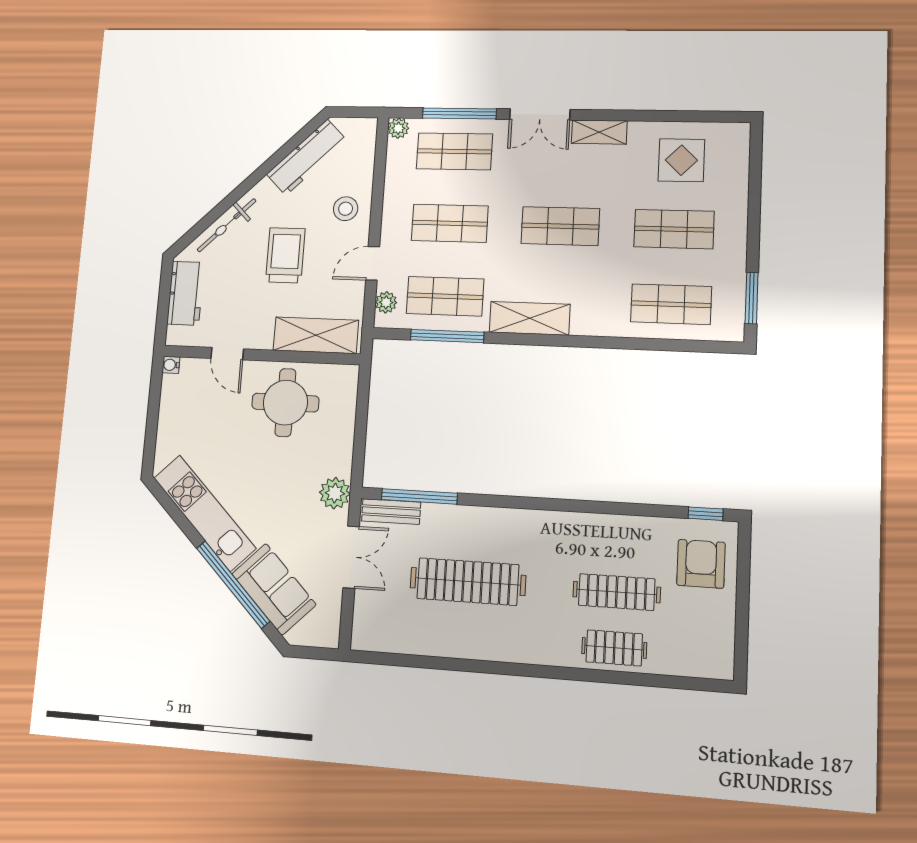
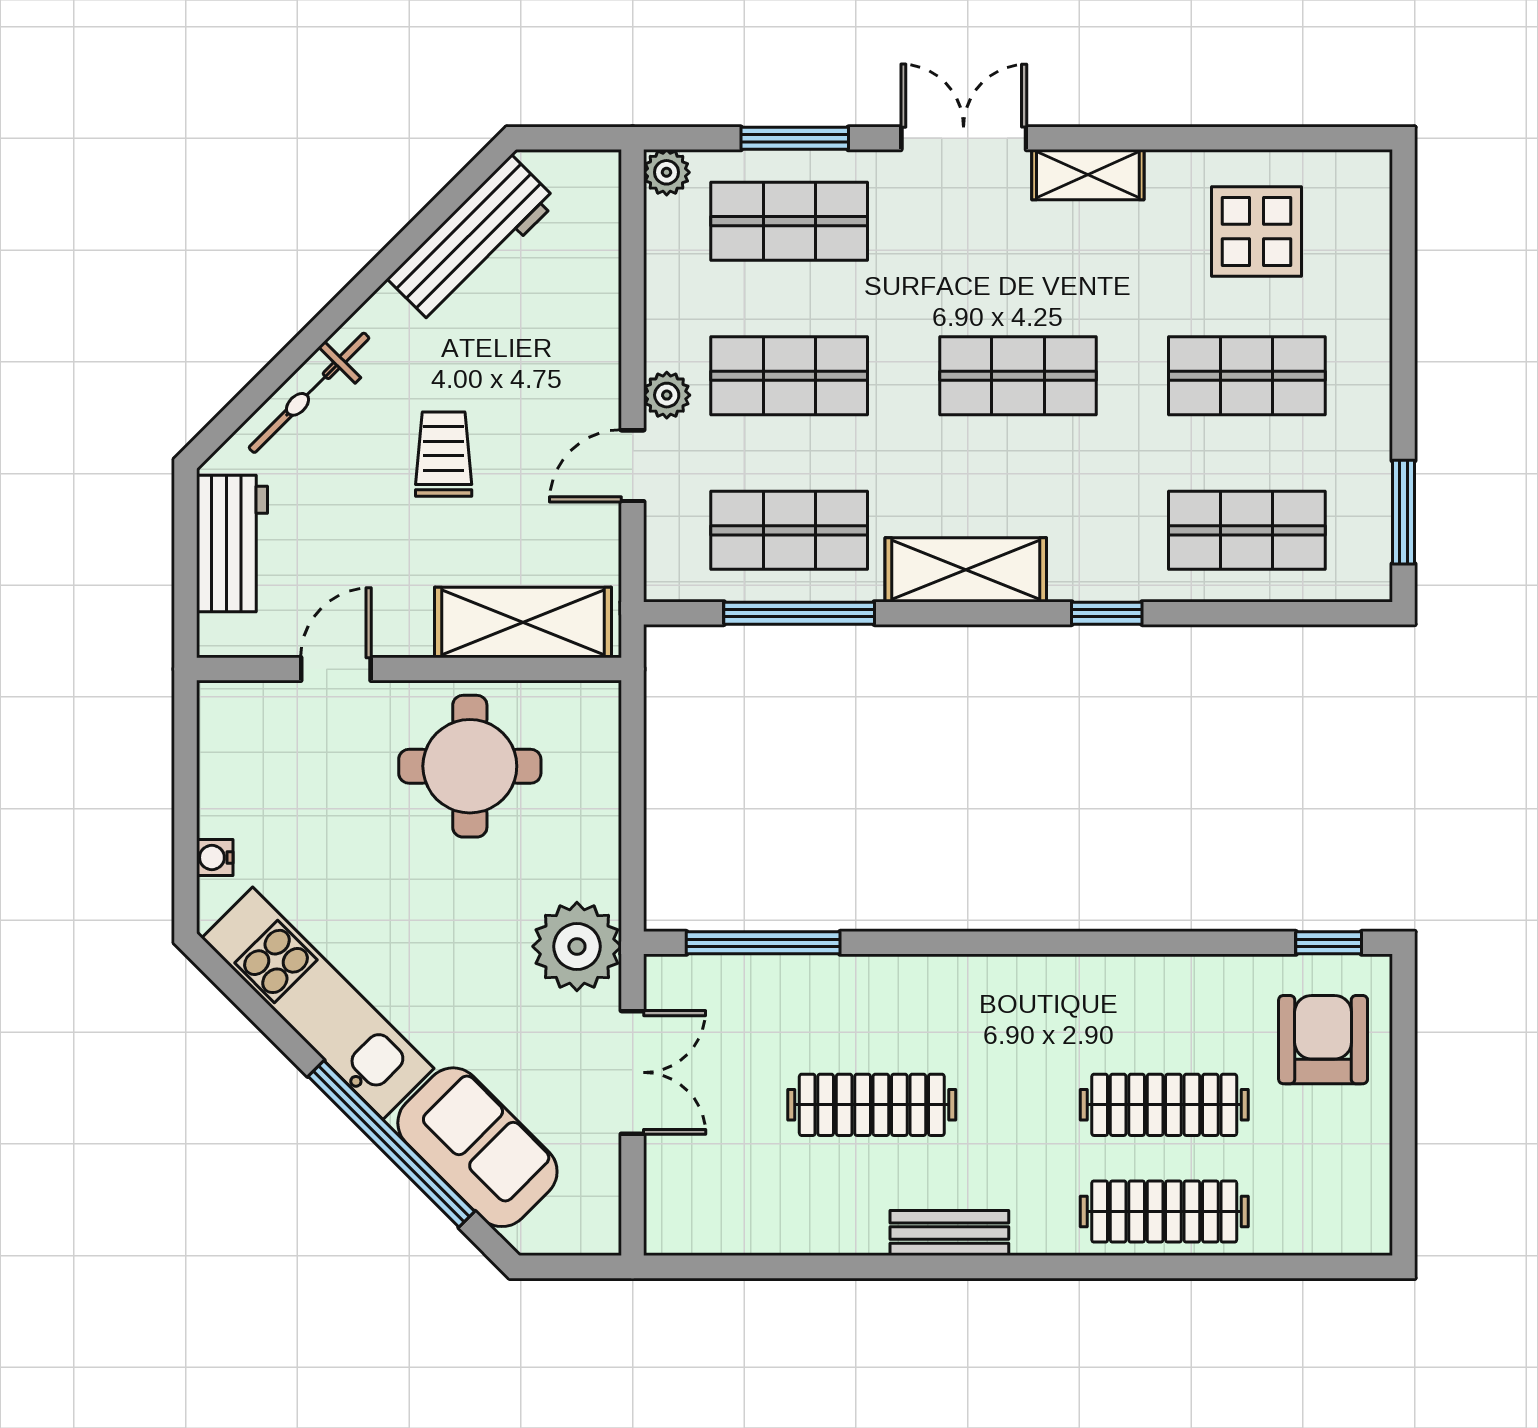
window: (459, 113) -> (795, 138), width x0.69
double door: (540, 114) -> (964, 138), swing flipped
stool: (346, 209) -> (566, 350), removed
trolley: (285, 255) -> (444, 454), width x0.73, depth x0.72
plant: (386, 302) -> (667, 395), moved
window: (599, 342) -> (1107, 613), added
door: (227, 354) -> (336, 669), swing flipped
water cooler: (171, 365) -> (215, 858), moved
plant: (335, 493) -> (577, 946), width x1.36, depth x1.36
bench: (391, 512) -> (949, 1233), moved
clothes rail: (468, 582) -> (872, 1105), width x0.73, depth x0.76
clothes rail: (614, 648) -> (1164, 1211), width x1.36

